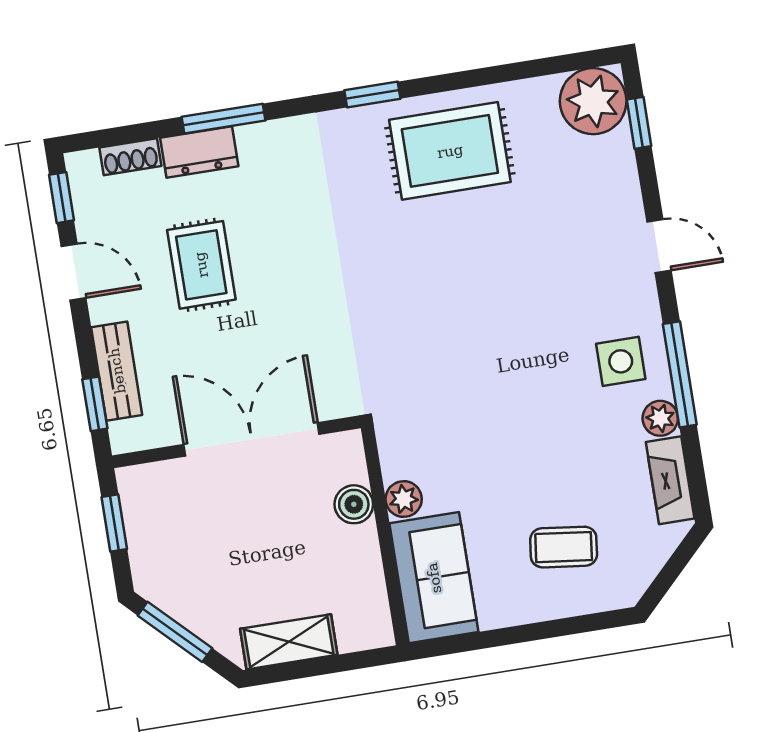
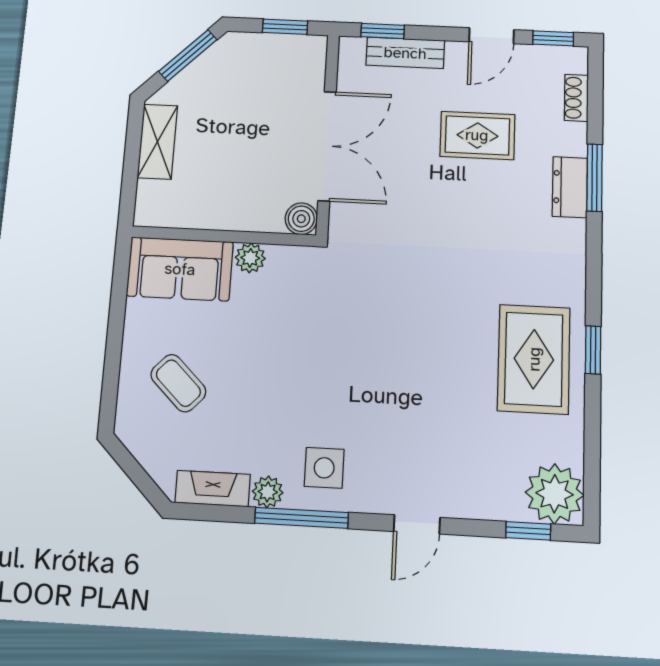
window: (372, 95) -> (593, 350), moved
dresser: (199, 152) -> (570, 187), moved
boiler: (354, 504) -> (301, 219), moved
coffee table: (564, 547) -> (178, 383), turned -53

